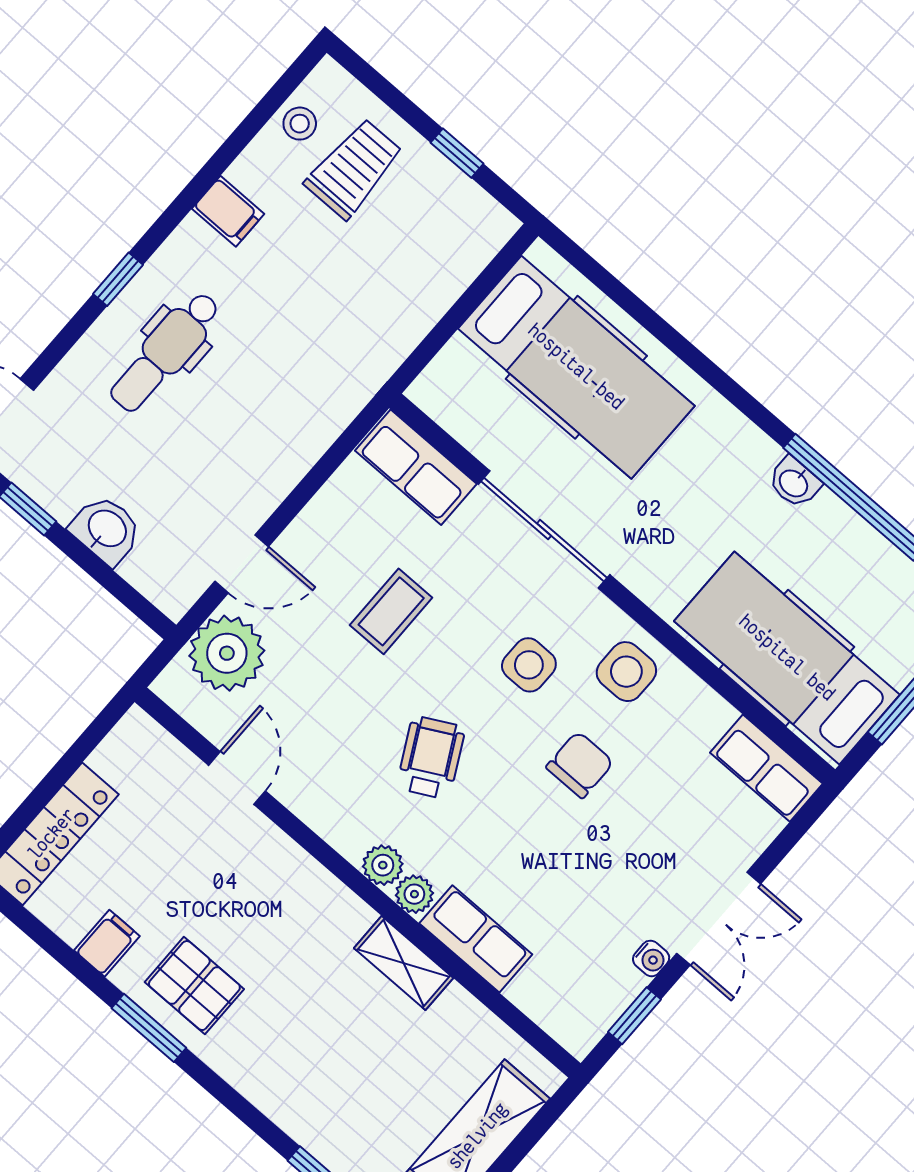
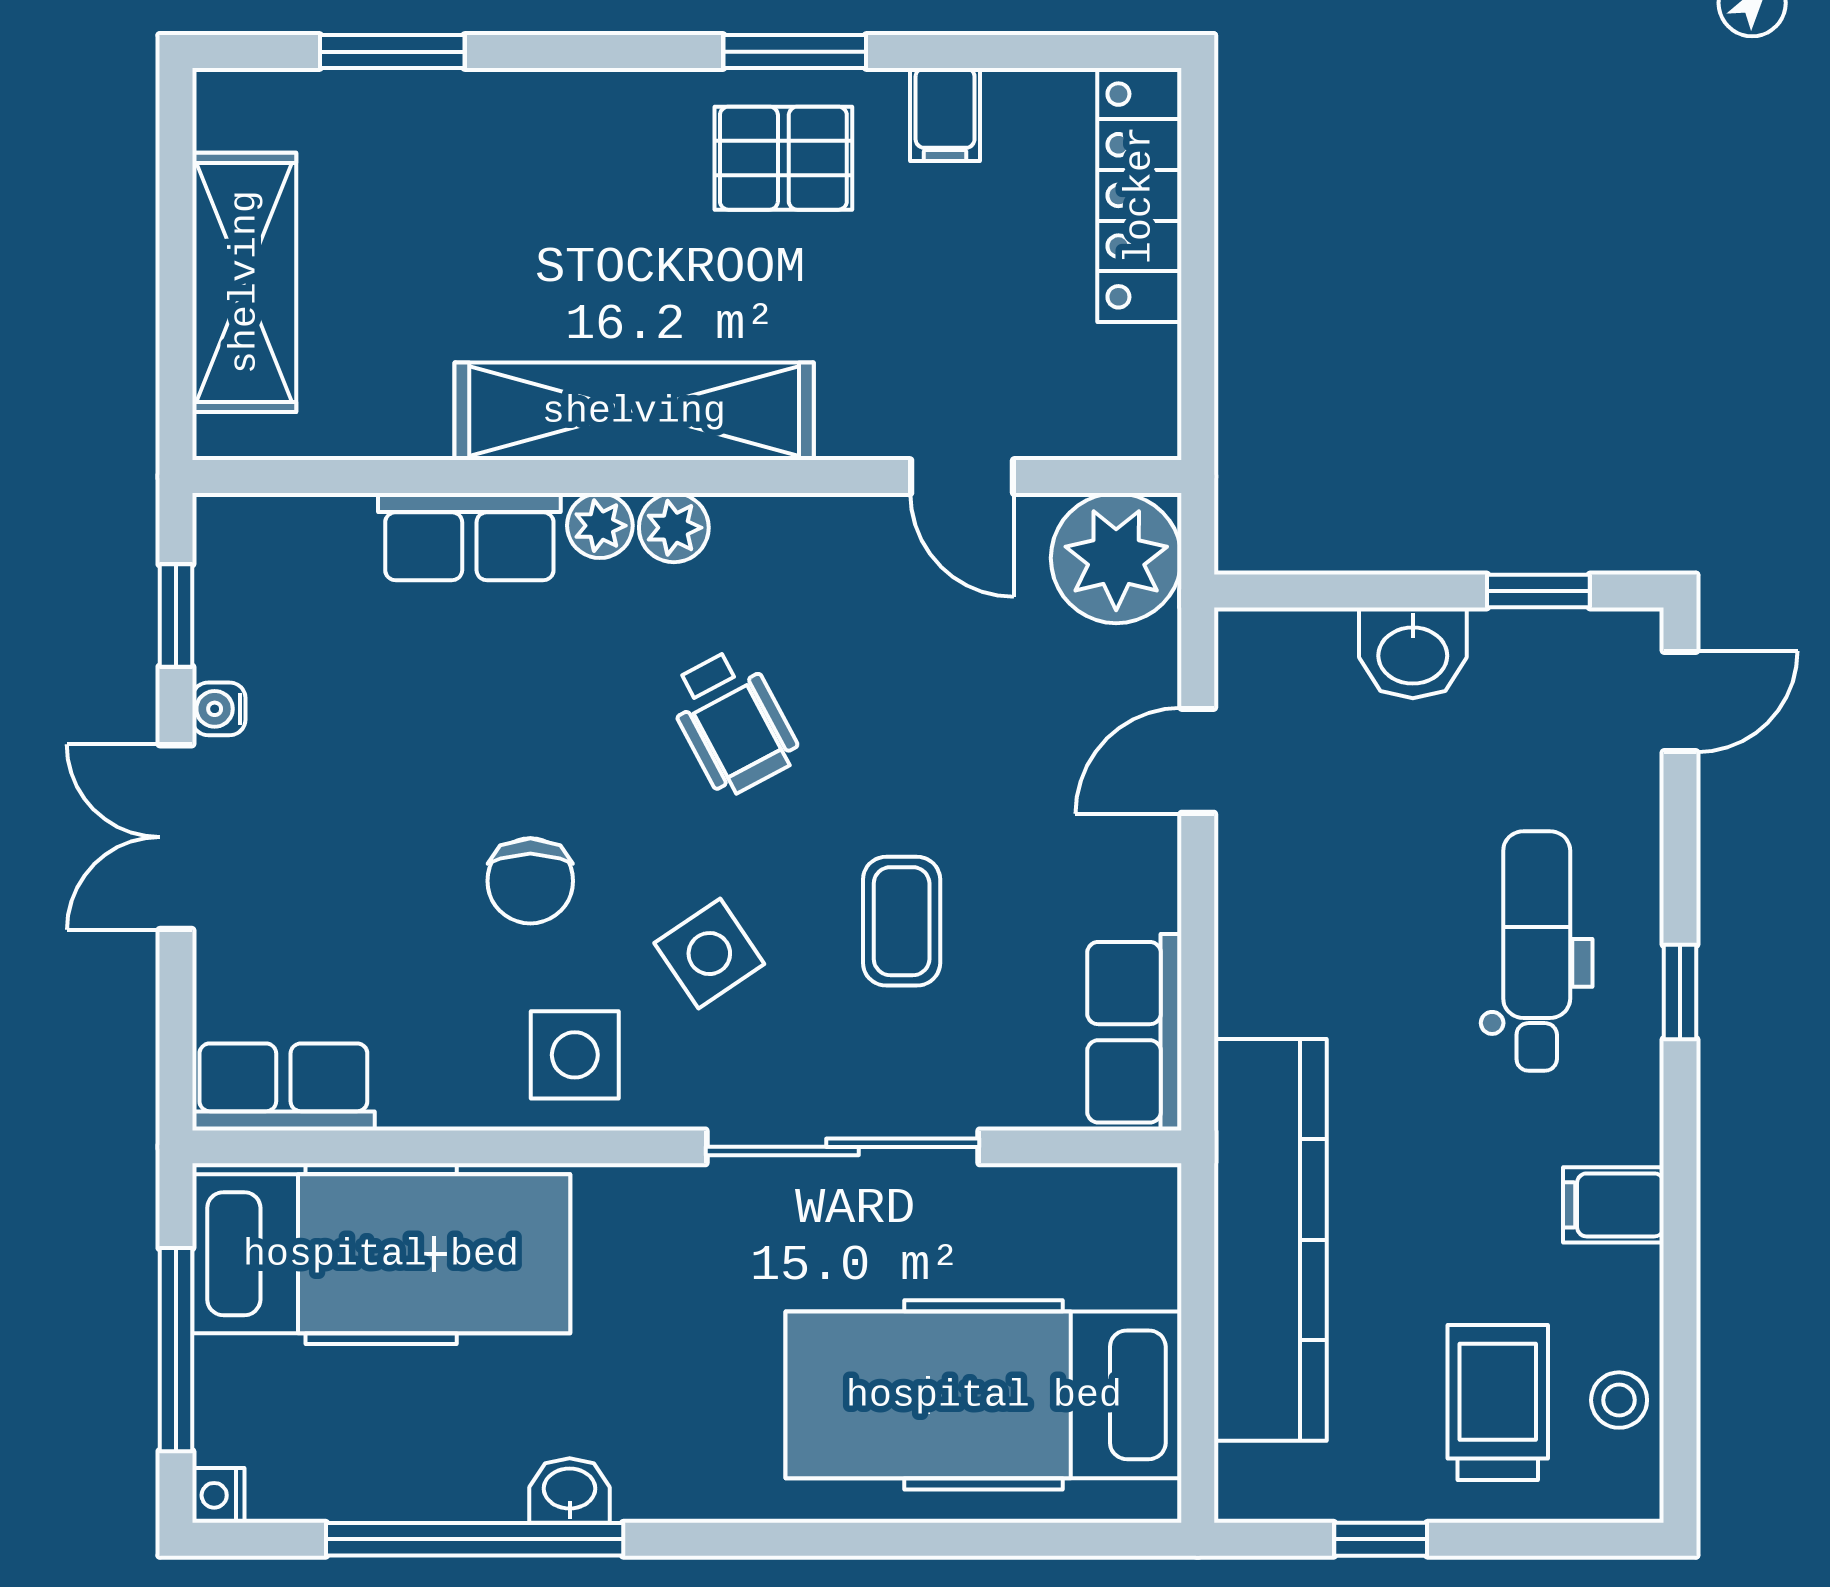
trolley: (354, 169) -> (1498, 1403), turned 180
kitchen counter: (392, 326) -> (1270, 1240), added
row of seats: (416, 467) -> (1134, 1032), moved, turned -90
coffee table: (391, 611) -> (902, 921), moved
plant: (227, 653) -> (1116, 558), moved
side table: (529, 665) -> (709, 954), turned -34
shelving: (404, 963) -> (634, 411), width x2.20, depth x1.33

